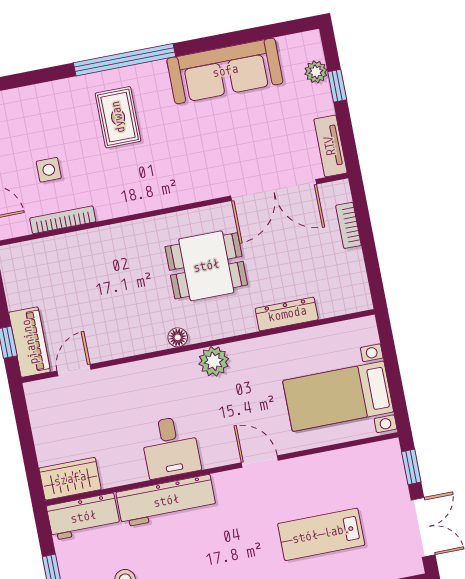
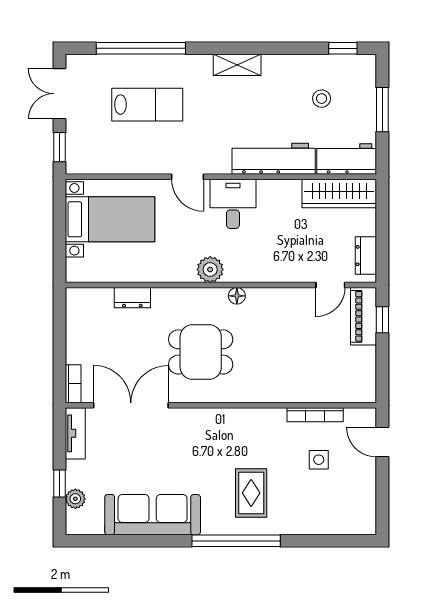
bookcase: (348, 225) -> (73, 384), moved
dresser: (287, 314) -> (132, 298), width x0.70
dresser: (40, 411) -> (366, 256), added
desk: (170, 447) -> (233, 204), moved
wardrobe: (70, 479) -> (339, 193), width x1.50

